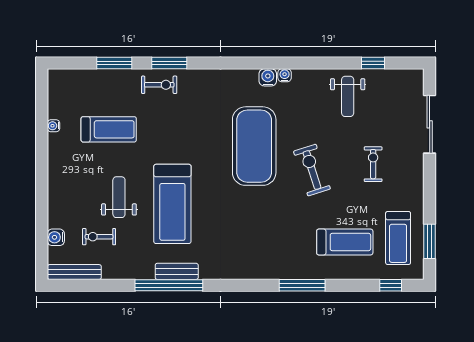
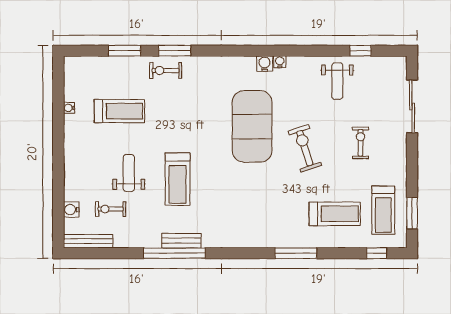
exercise bike: (159, 85) -> (166, 70), turned 180
treadmill: (172, 204) -> (178, 179), width x0.73, depth x0.73

